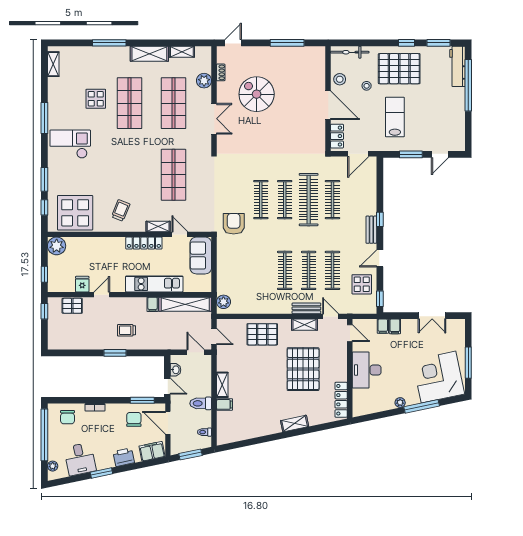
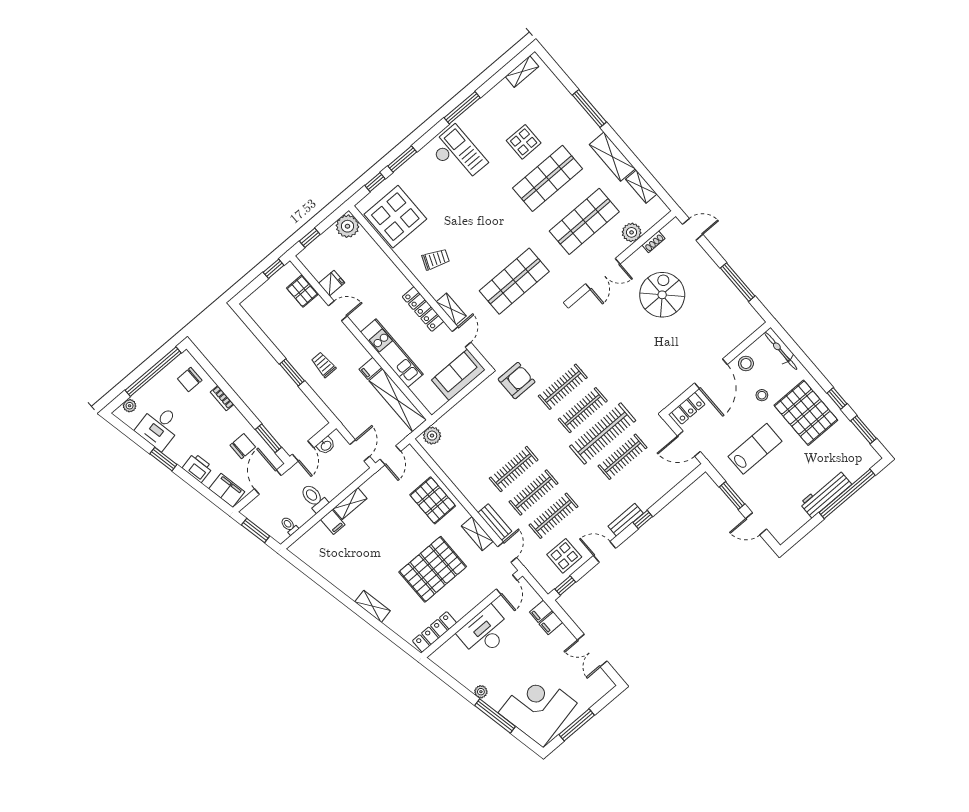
workbench: (457, 66) -> (826, 494), moved

